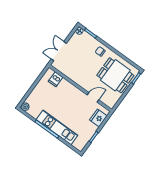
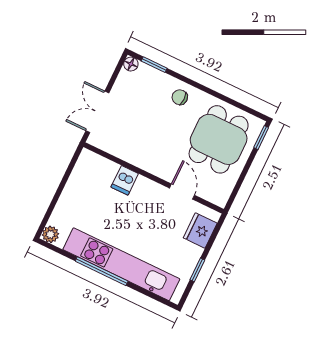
dining table: (115, 75) -> (219, 139), turned 90
dishwasher: (56, 79) -> (125, 180), moved
door: (93, 97) -> (182, 192), hinge flipped
kitchen unit: (57, 127) -> (121, 264), width x1.36

